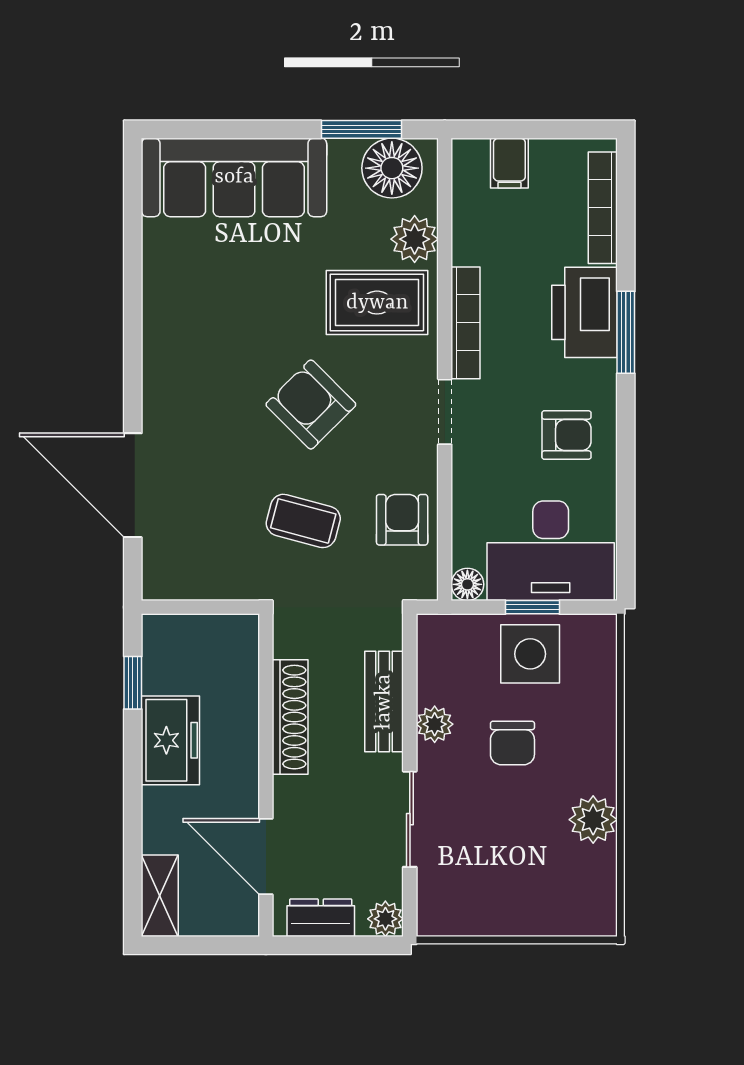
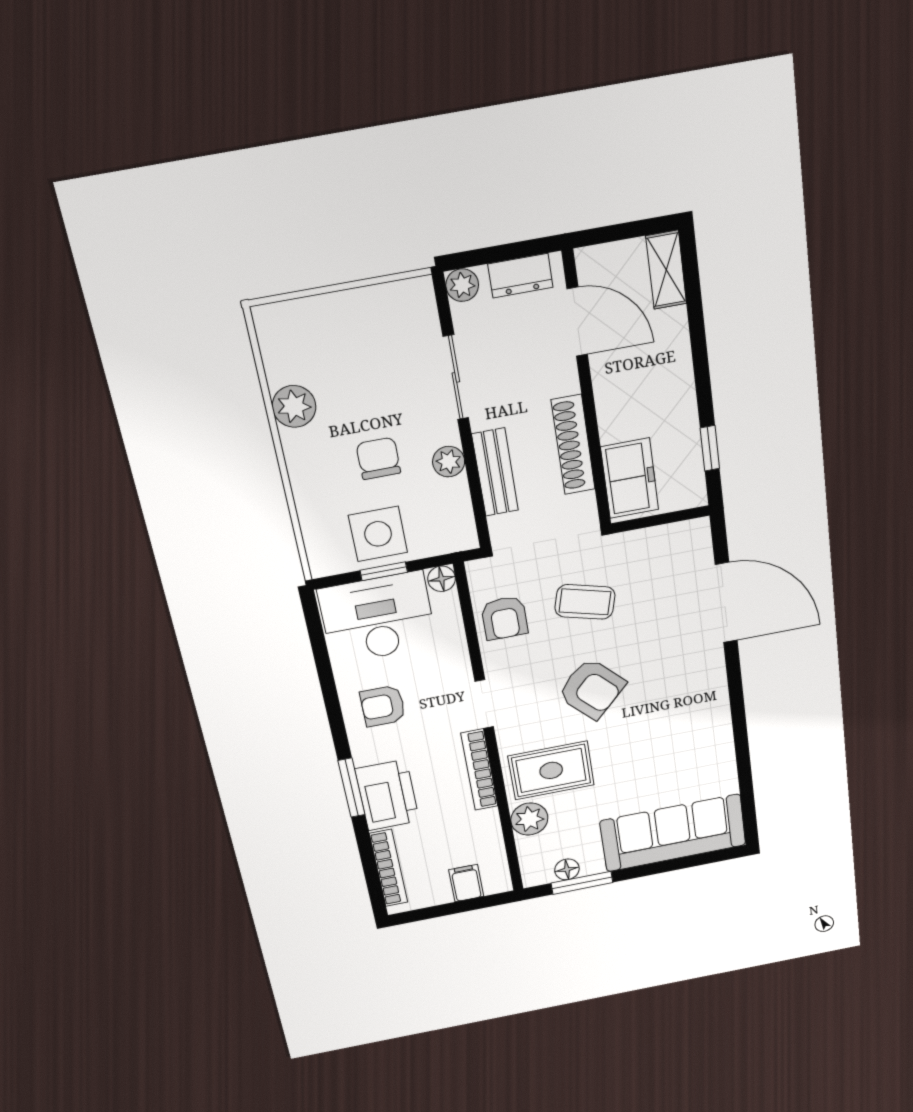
floor lamp: (392, 168) -> (567, 869), width x0.53, depth x0.53
freezer: (170, 740) -> (630, 478), moved, turned 180

